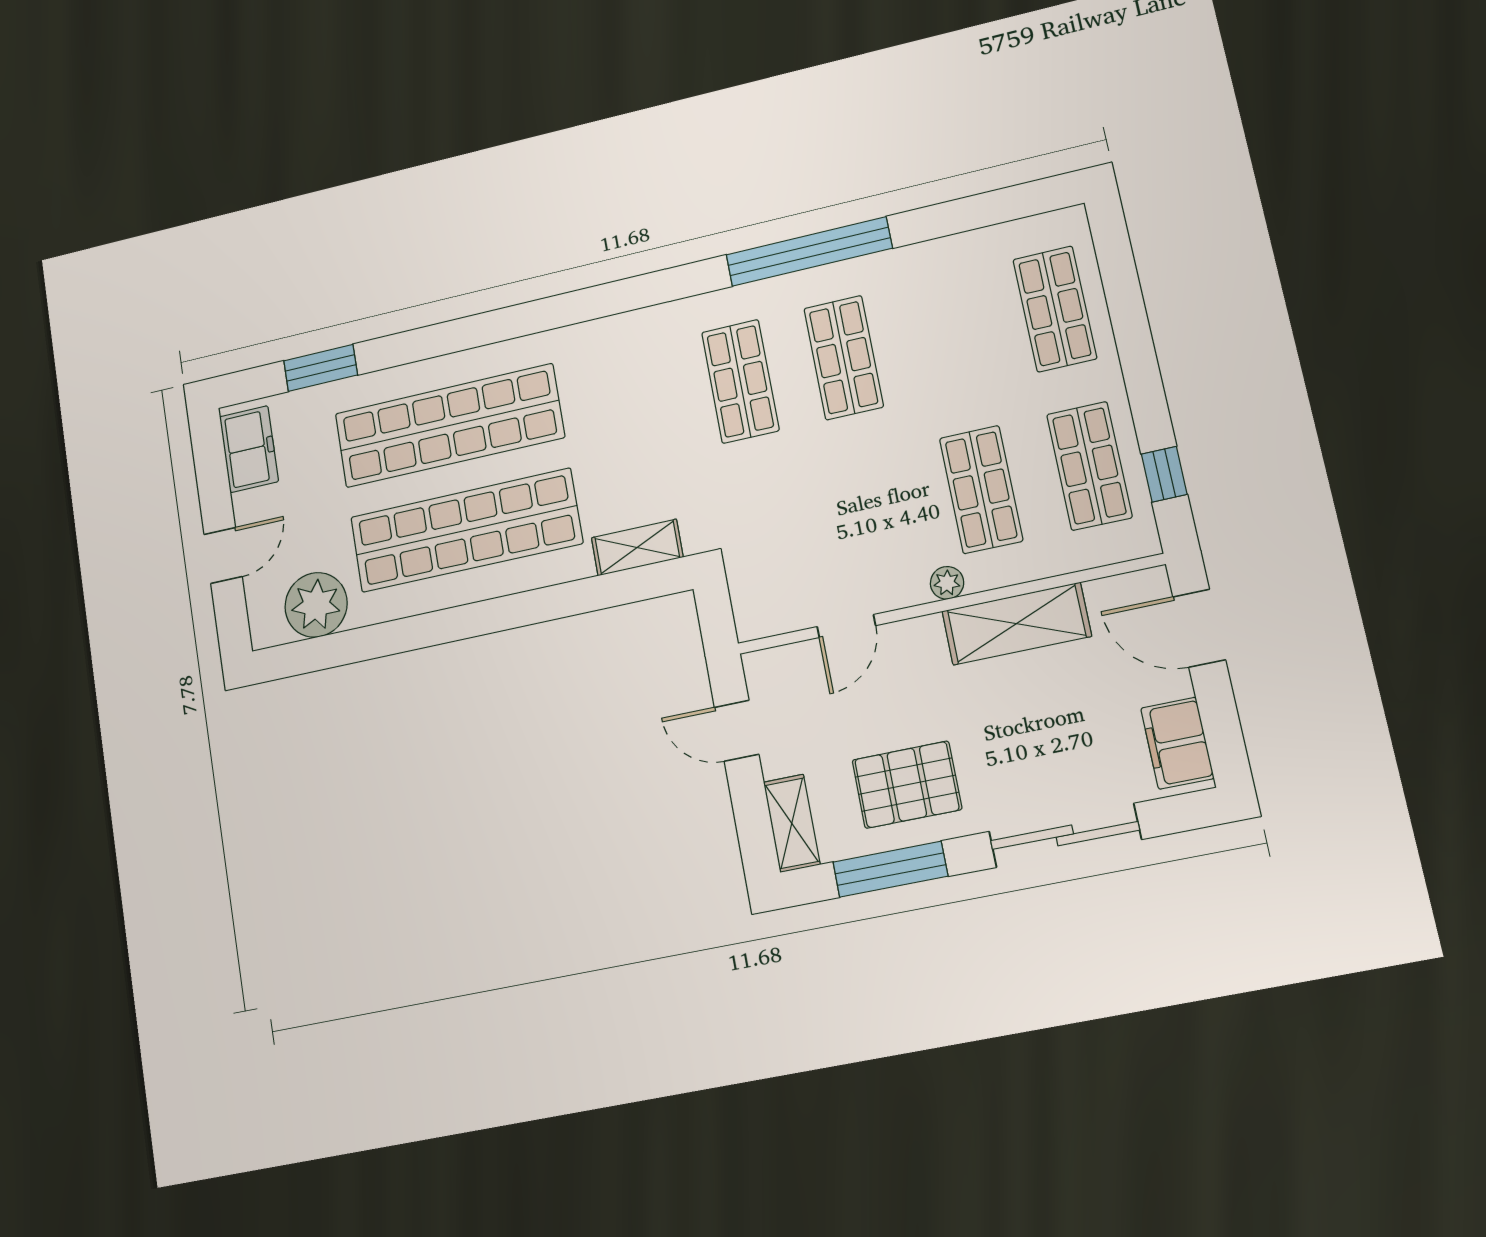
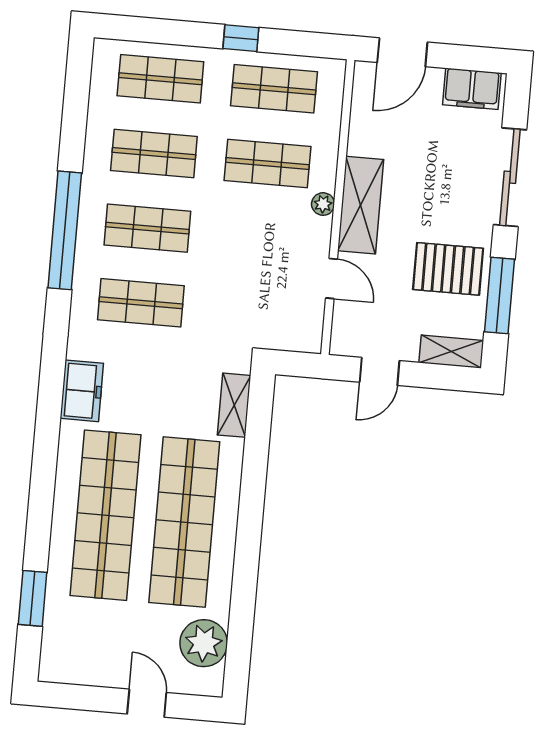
shop shelf: (948, 333) -> (154, 153), added
freezer: (249, 449) -> (82, 391), moved, turned 90
window: (1164, 474) -> (241, 38), moved
shelving: (1016, 624) -> (361, 205), moved
pallet: (907, 785) -> (448, 269), turned 90

